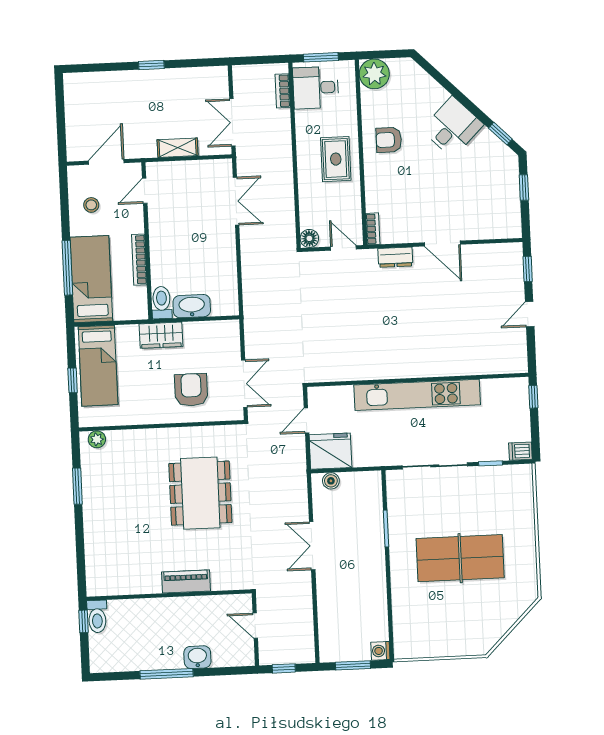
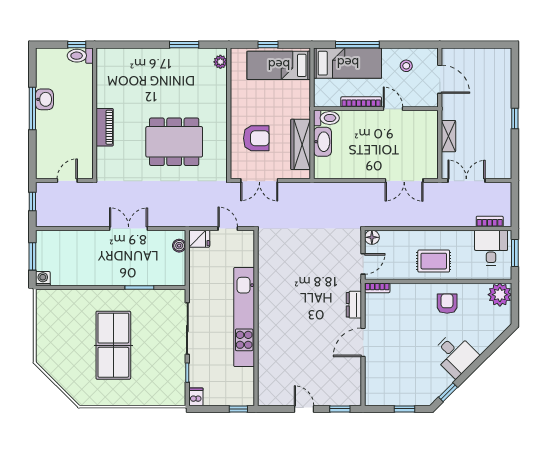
door: (145, 191) -> (393, 109), moved
wardrobe: (161, 335) -> (301, 144), moved, width x1.50
fridge: (330, 451) -> (199, 239), width x0.53, depth x0.75
washbasin: (197, 657) -> (44, 99), moved

